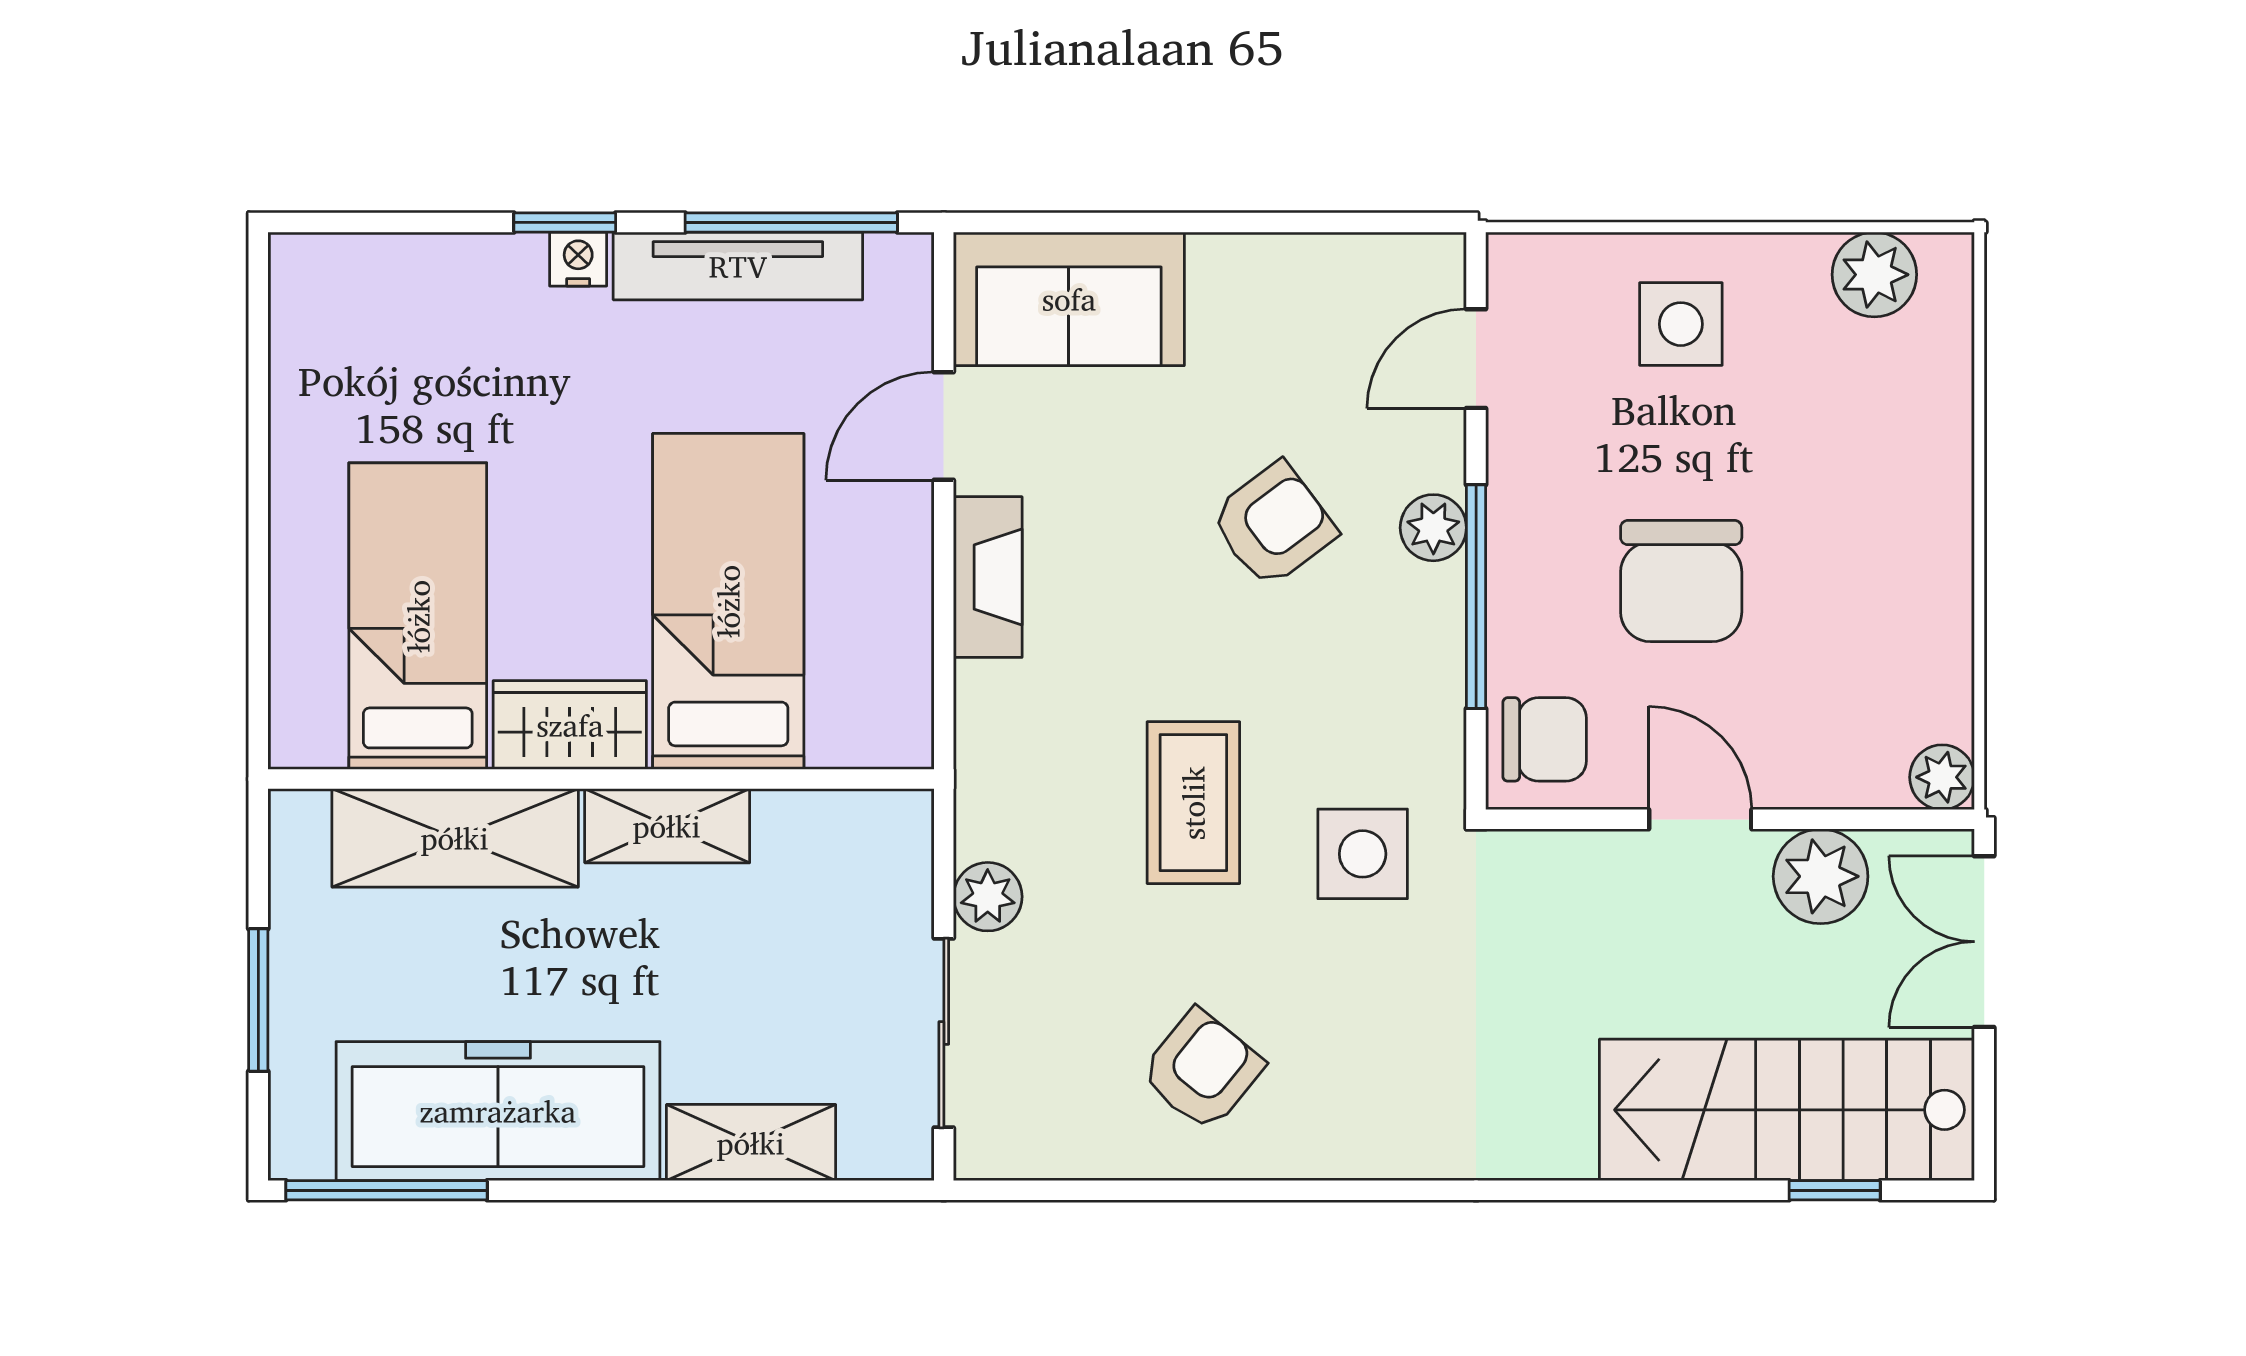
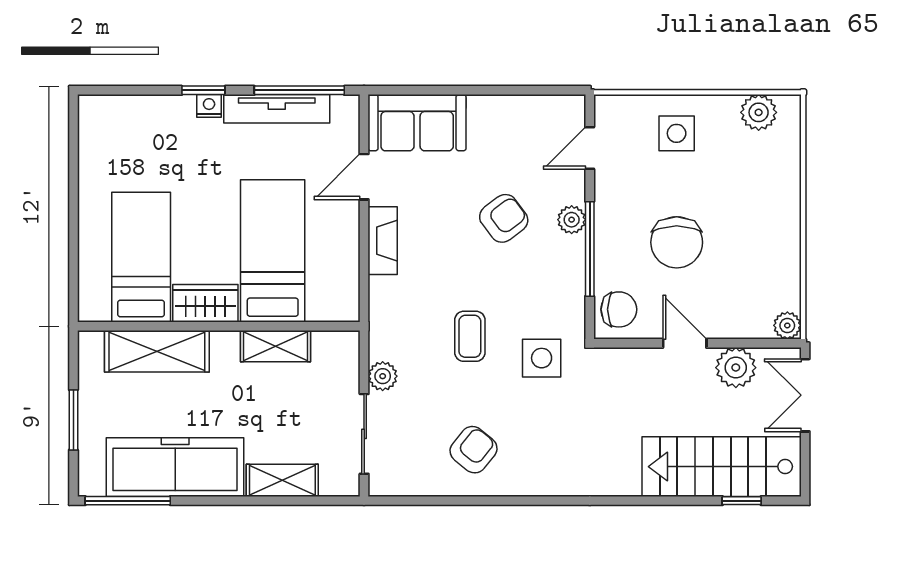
coffee table: (1193, 803) -> (470, 336), width x0.73, depth x0.77
shelving: (667, 826) -> (276, 346), moved

